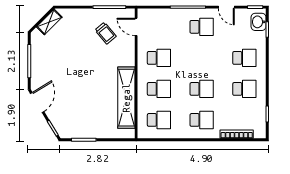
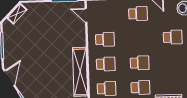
trolley: (106, 33) -> (62, 21), removed
school desk: (244, 89) -> (174, 62), removed

